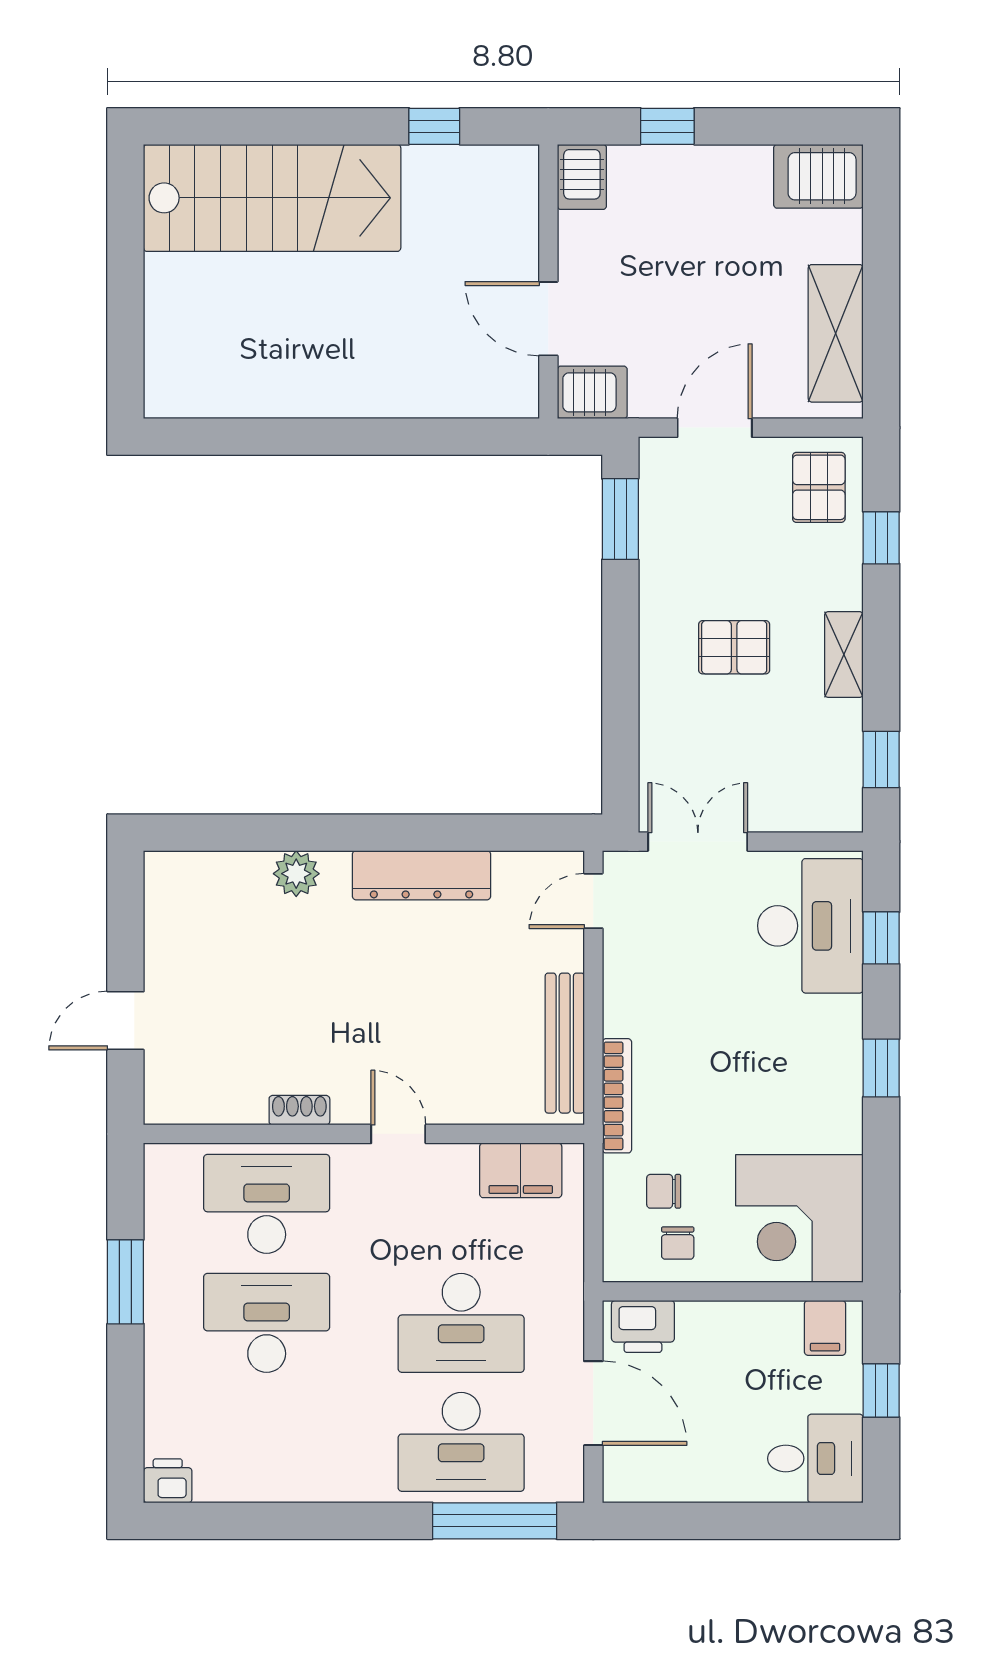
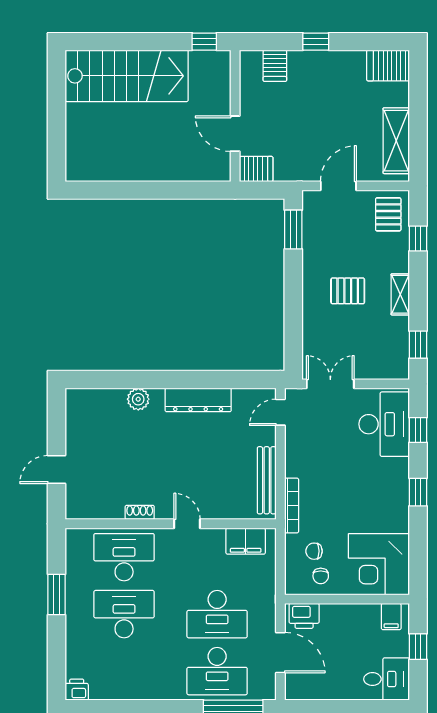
wall: (548, 281) -> (235, 116), moved
door: (548, 319) -> (235, 134), moved
server rack: (592, 392) -> (256, 169), moved

